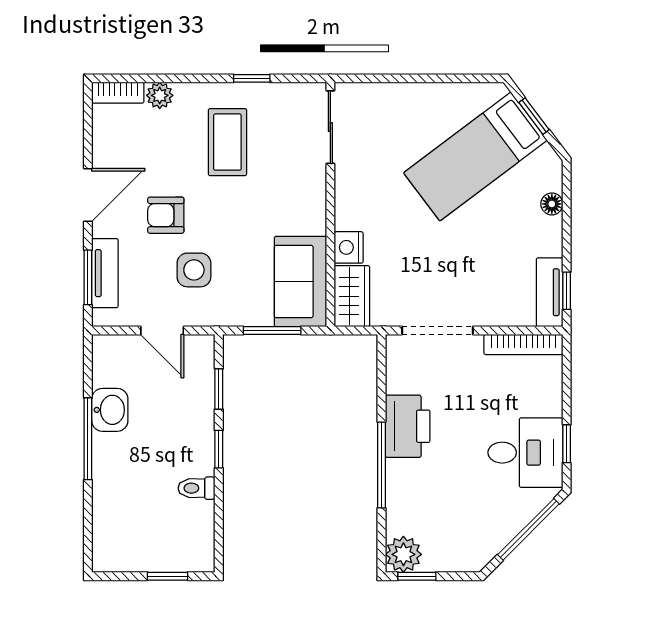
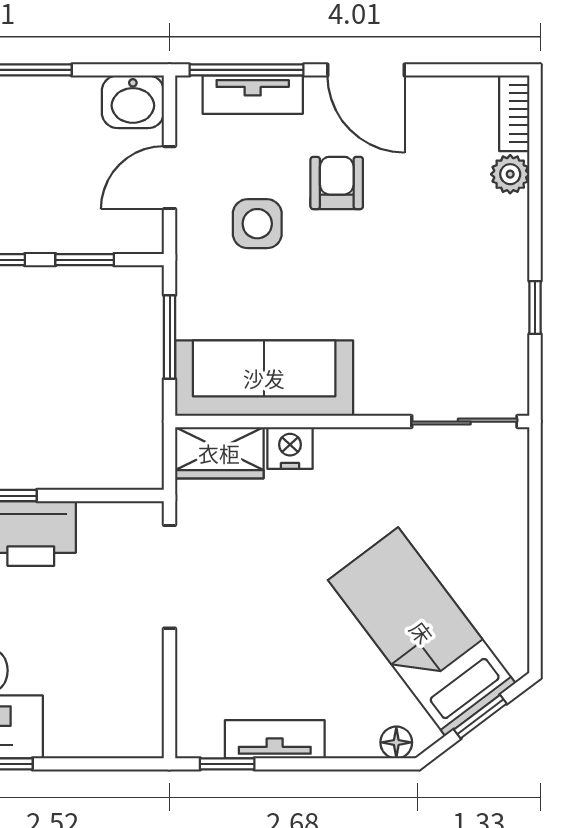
coffee table: (227, 142) -> (443, 272), removed
floor lamp: (552, 204) -> (396, 742), moved
window: (88, 277) -> (246, 70), width x1.44
sofa: (300, 282) -> (264, 378), width x1.36
tv unit: (550, 292) -> (275, 739), moved
bookcase: (523, 344) -> (149, 701), removed
washbasin: (110, 410) -> (133, 102), moved

